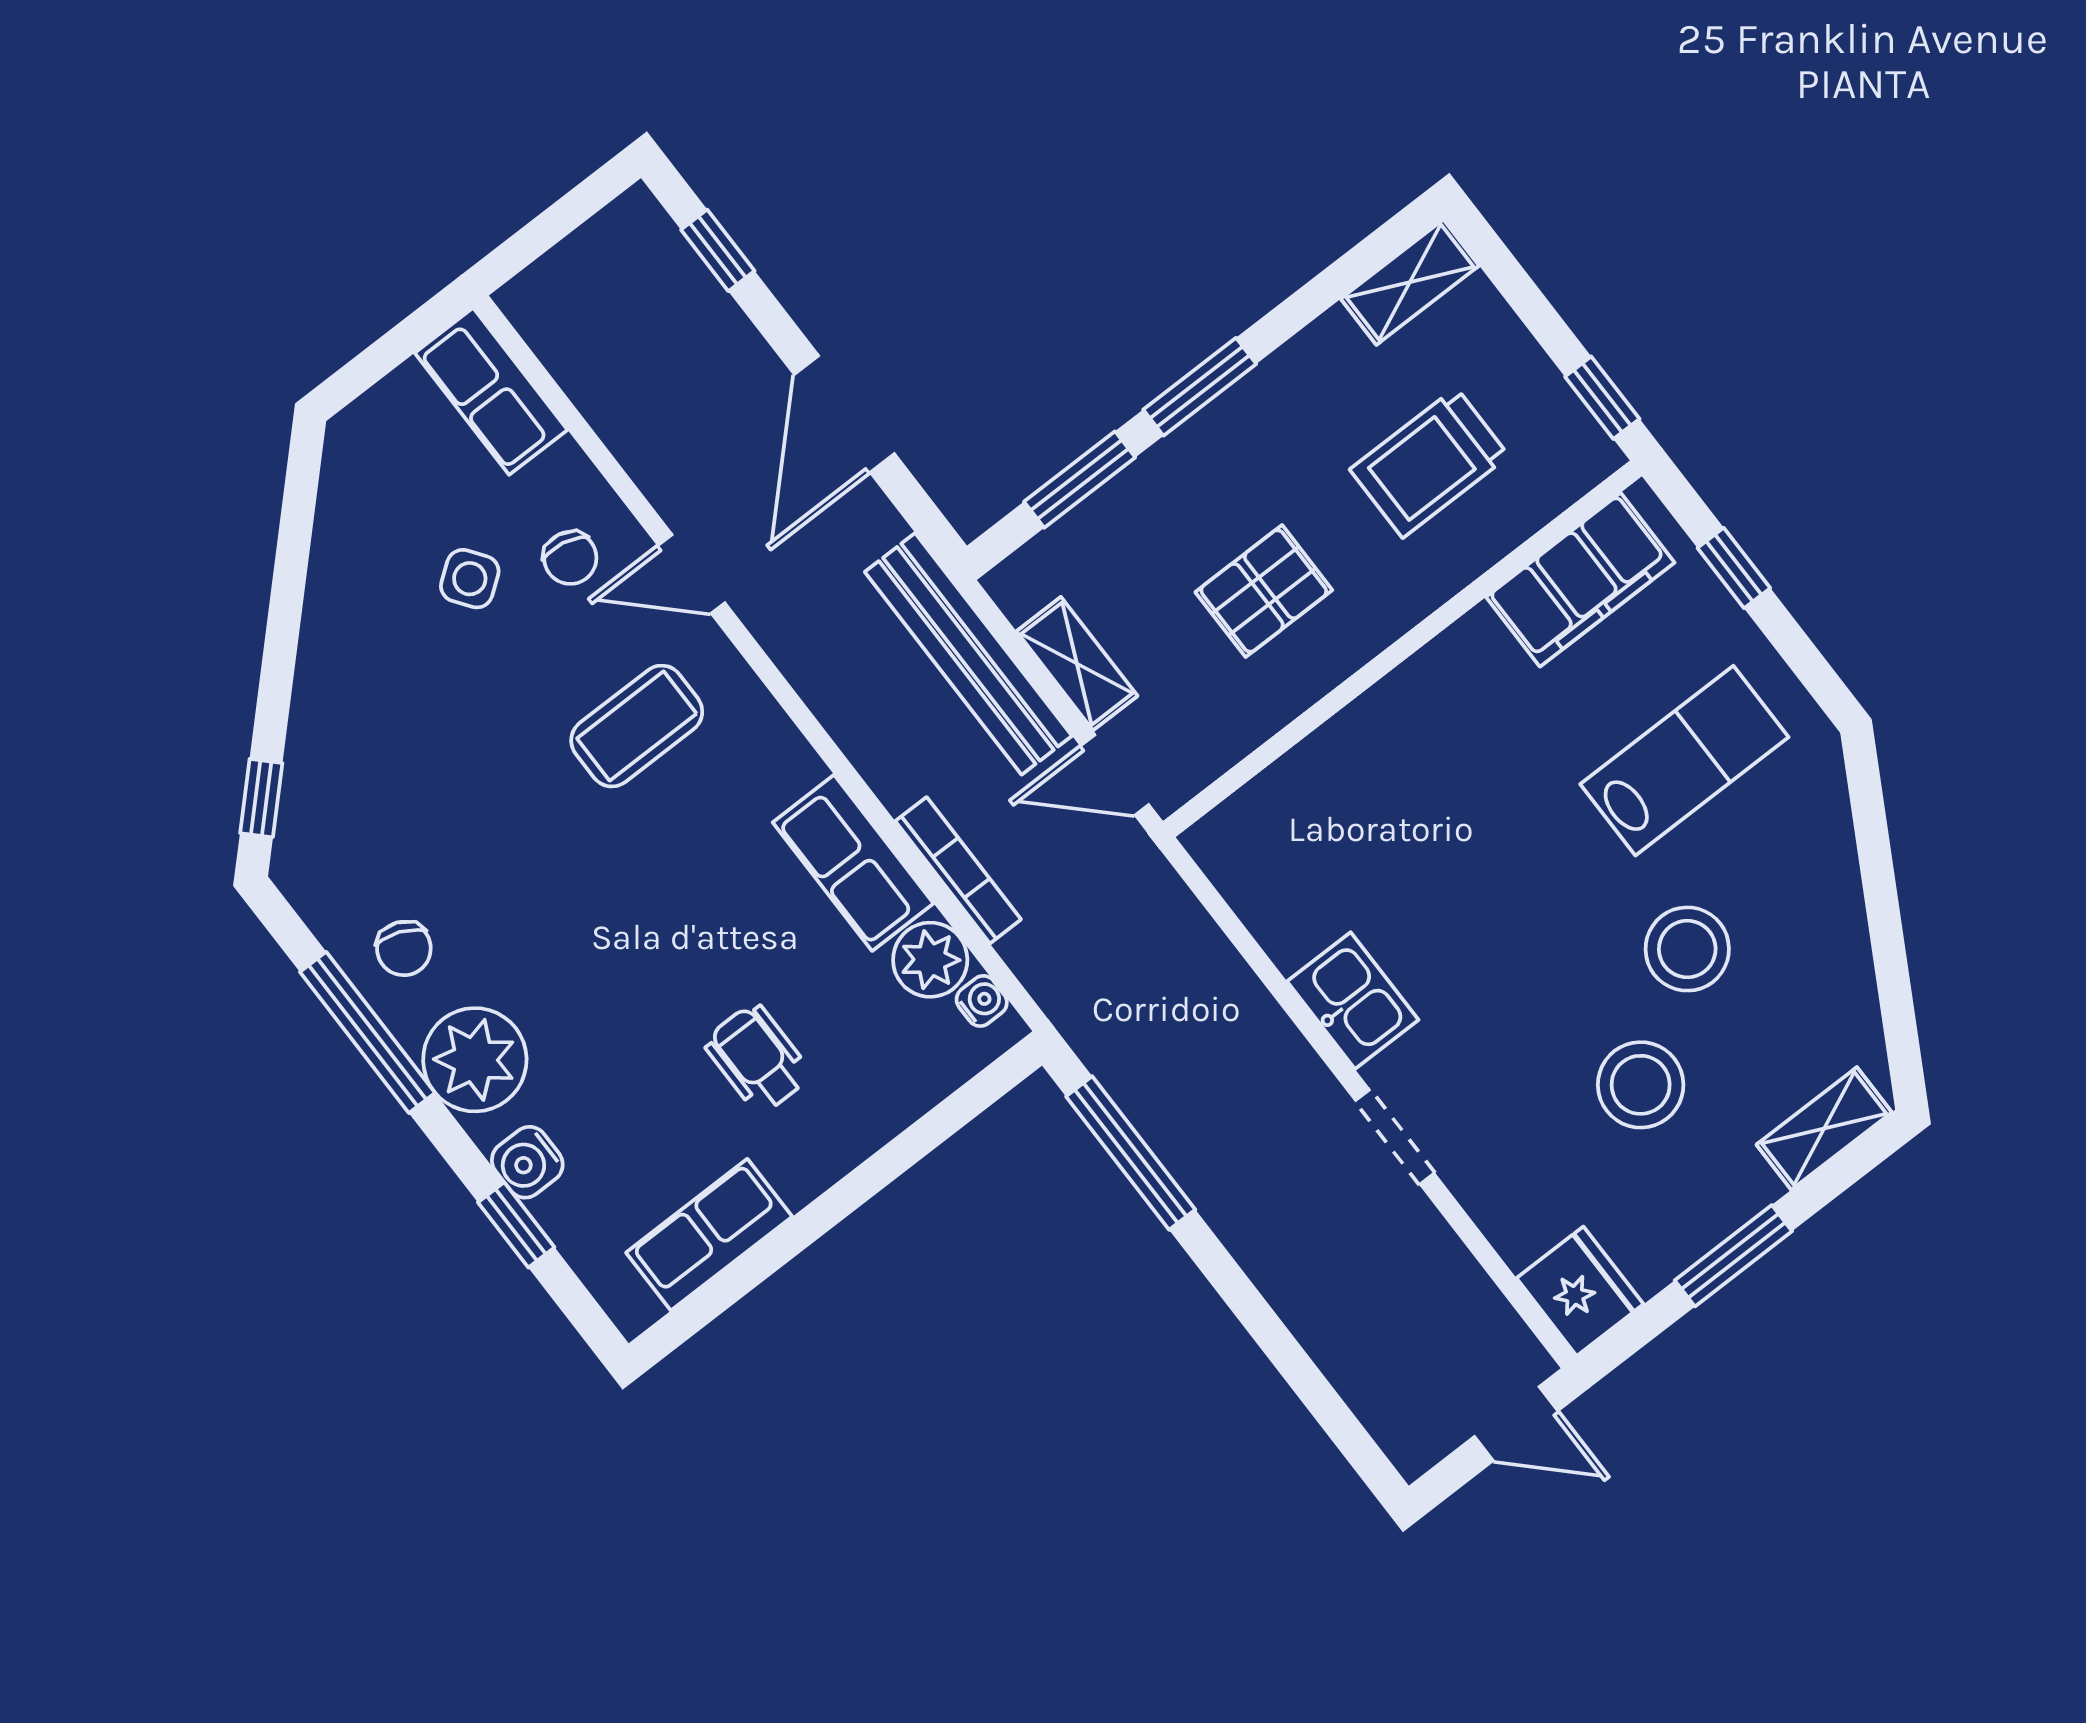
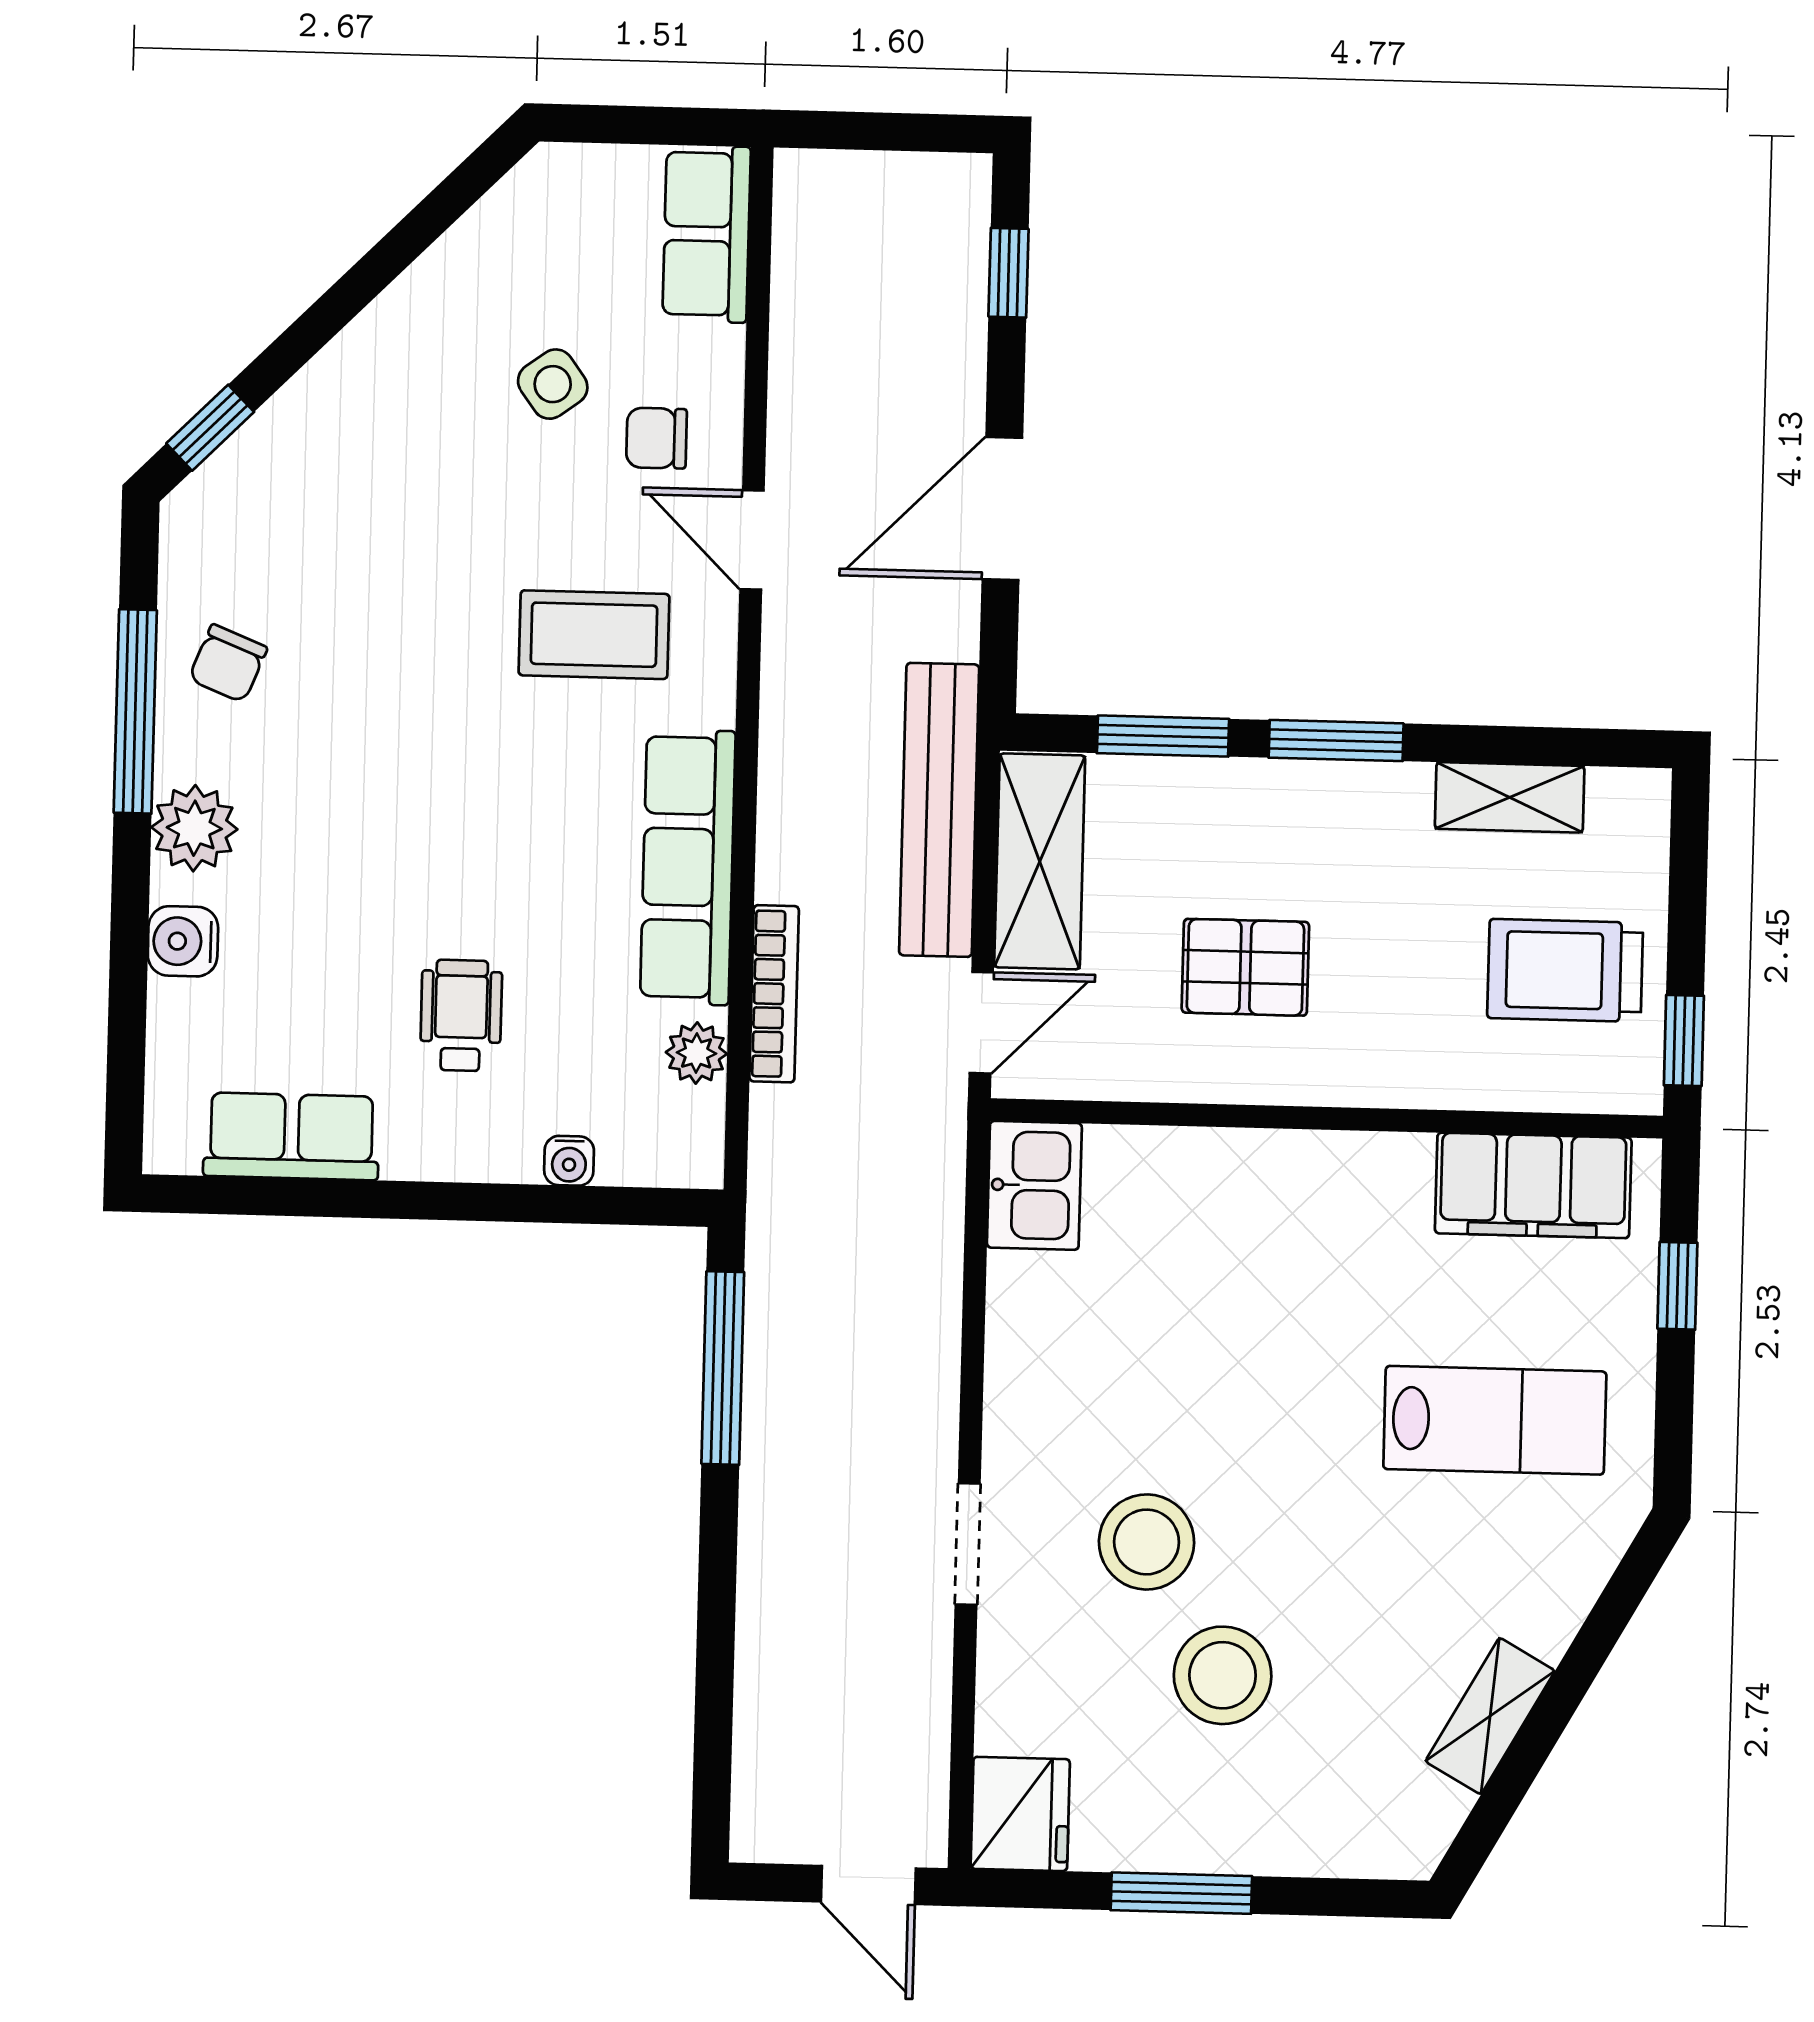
shelving: (1410, 282) -> (1510, 797), moved
trolley: (1429, 463) -> (1565, 970), moved
chair: (570, 558) -> (656, 438), turned 79
shelving: (1077, 664) -> (1040, 861), width x1.50, depth x1.33
door: (1115, 775) -> (981, 1023), swing flipped
row of seats: (853, 863) -> (688, 867), width x1.48
stool: (1687, 949) -> (1147, 1542), moved
plant: (930, 960) -> (696, 1053), width x0.73, depth x0.73
water cooler: (982, 1001) -> (569, 1161), moved, turned 90
kitchen sink: (1353, 1001) -> (1034, 1185), moved
plant: (475, 1060) -> (194, 828), width x0.73, depth x0.73
shelving: (1824, 1128) -> (1490, 1716), moved, turned -61
window: (516, 1225) -> (128, 989), removed

